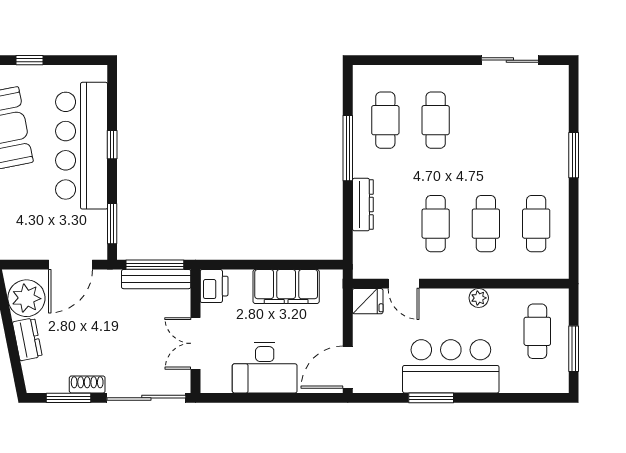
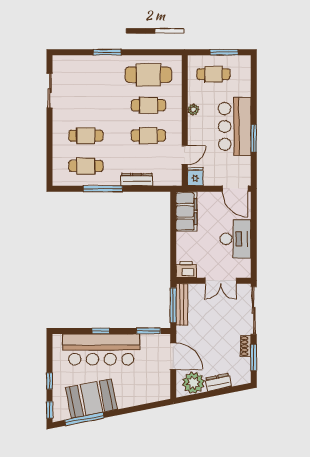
cafe table: (536, 224) -> (148, 75), width x1.37, depth x1.35
filing cabinet: (286, 286) -> (186, 211), moved

